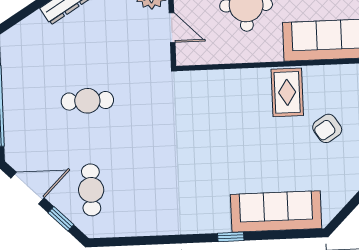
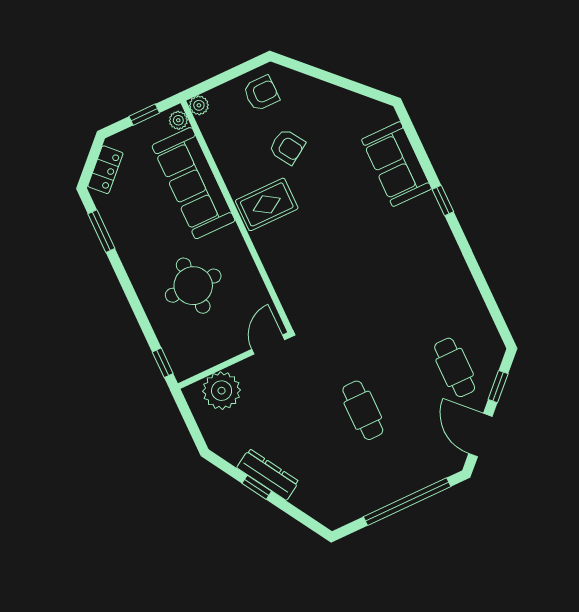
door: (172, 28) -> (268, 345), moved
cafe table: (91, 190) -> (455, 367), turned 90
sofa: (276, 211) -> (397, 164), width x0.73

